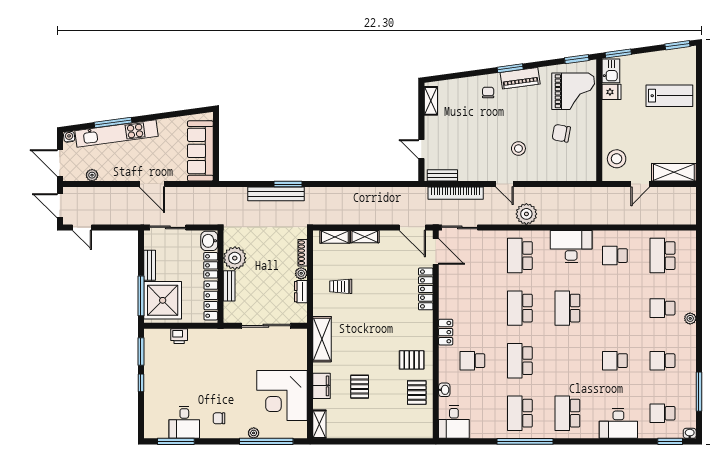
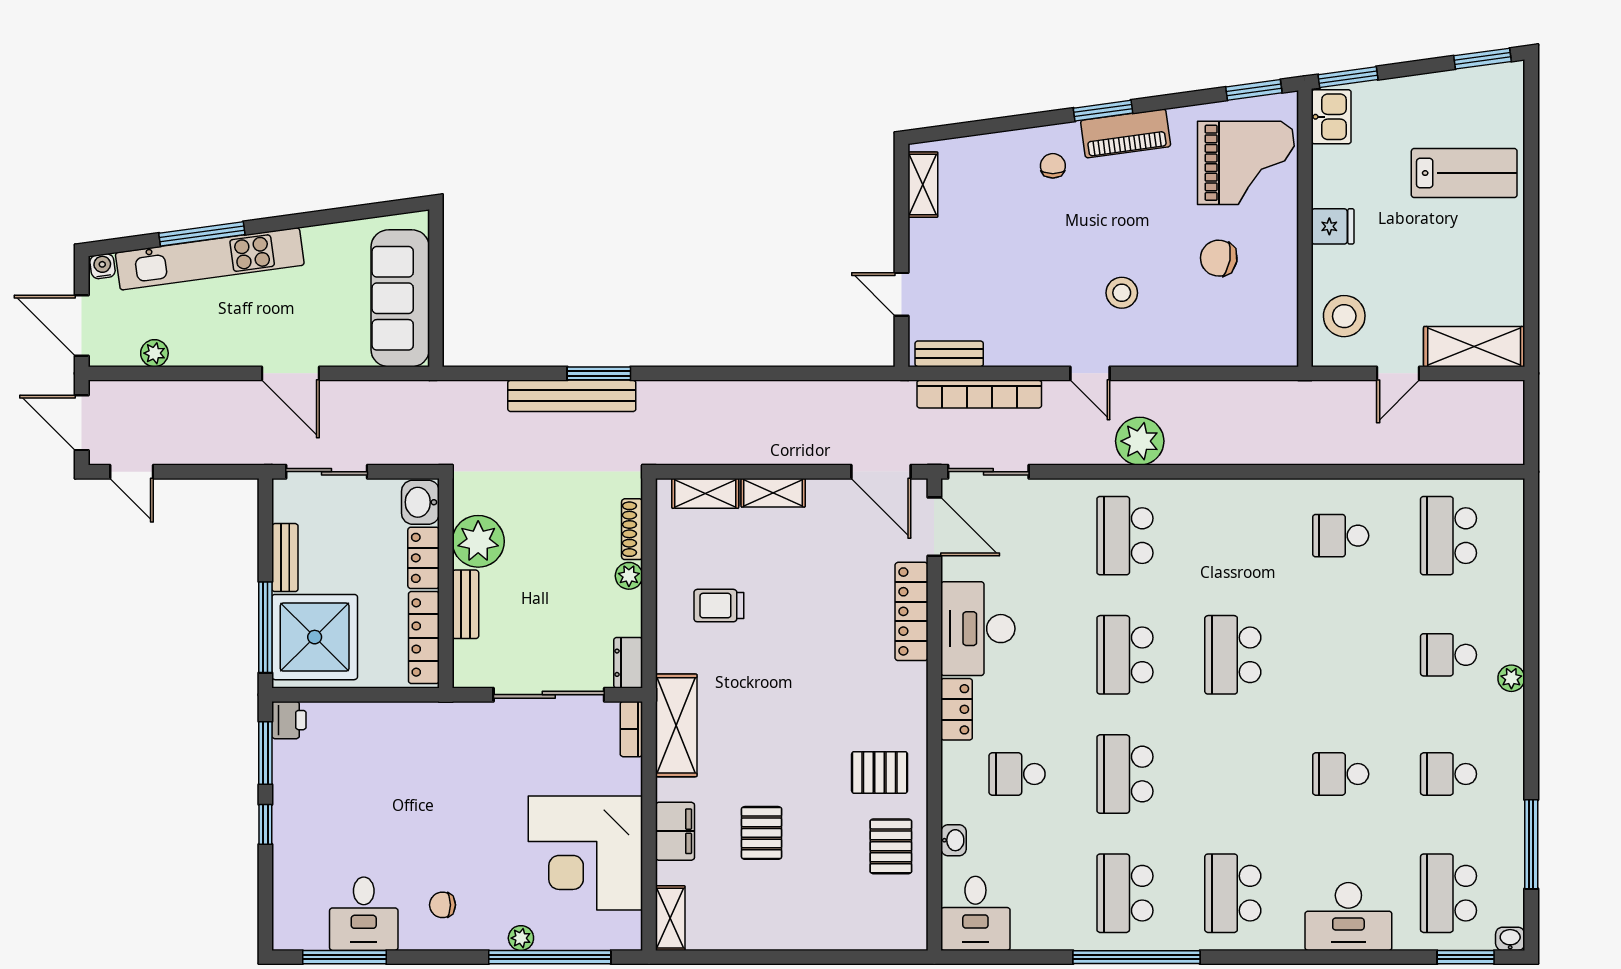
fridge: (611, 92) -> (1333, 226), moved
desk: (571, 247) -> (978, 629), moved, turned -90
dresser: (301, 292) -> (628, 663), moved
printer: (179, 336) -> (289, 720), moved, turned -90
bookcase: (302, 341) -> (631, 729), added
school desk: (663, 413) -> (1448, 893), width x1.85

